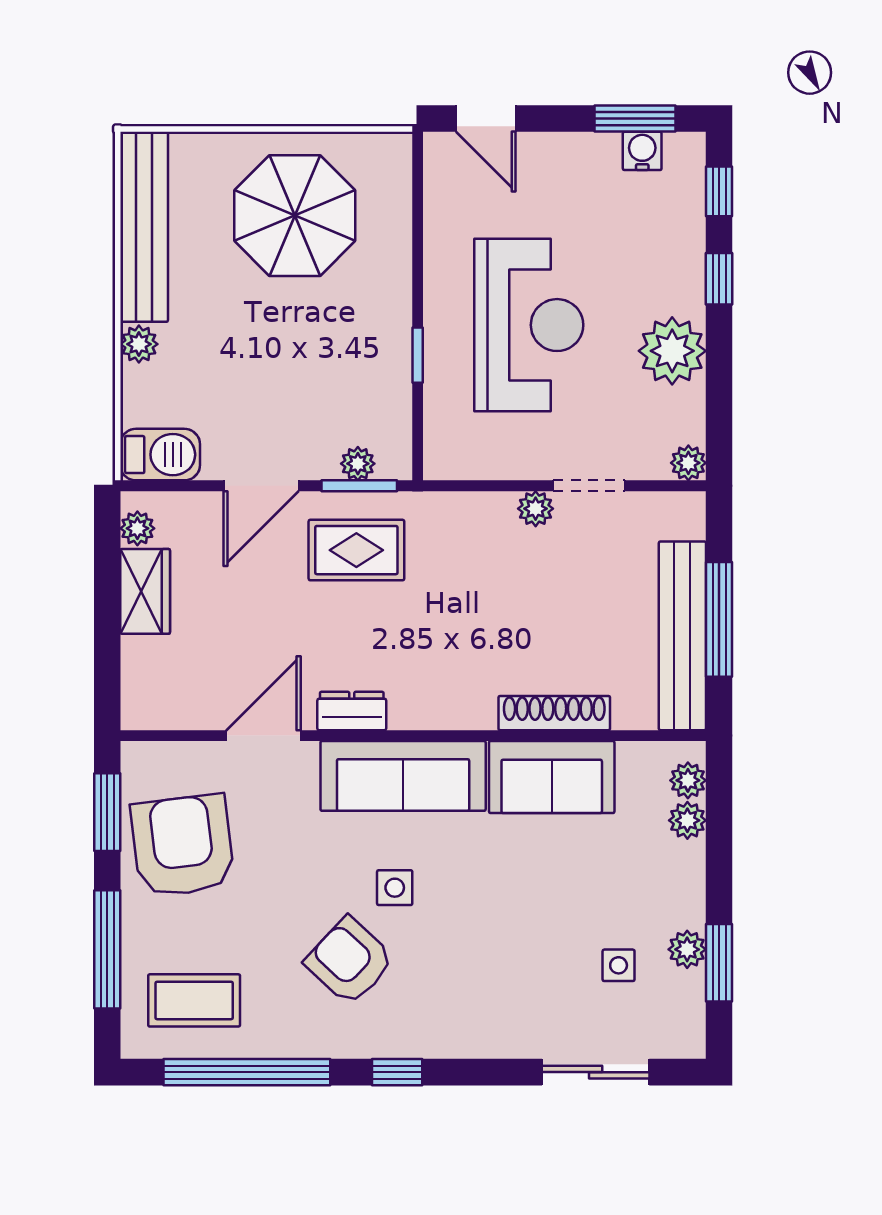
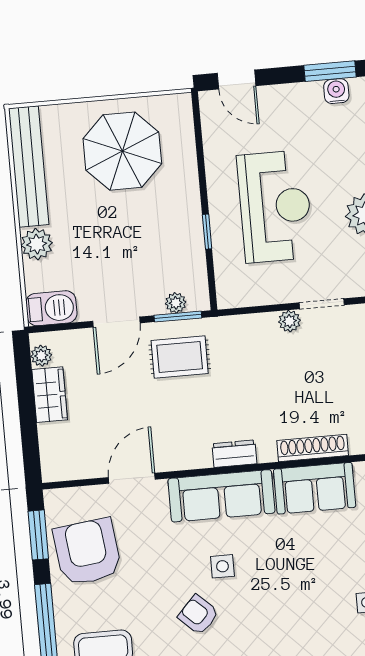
plant: (139, 344) -> (37, 244), width x1.38, depth x1.38
dresser: (352, 711) -> (234, 454), moved
armchair: (350, 961) -> (198, 615), width x0.72, depth x0.72

